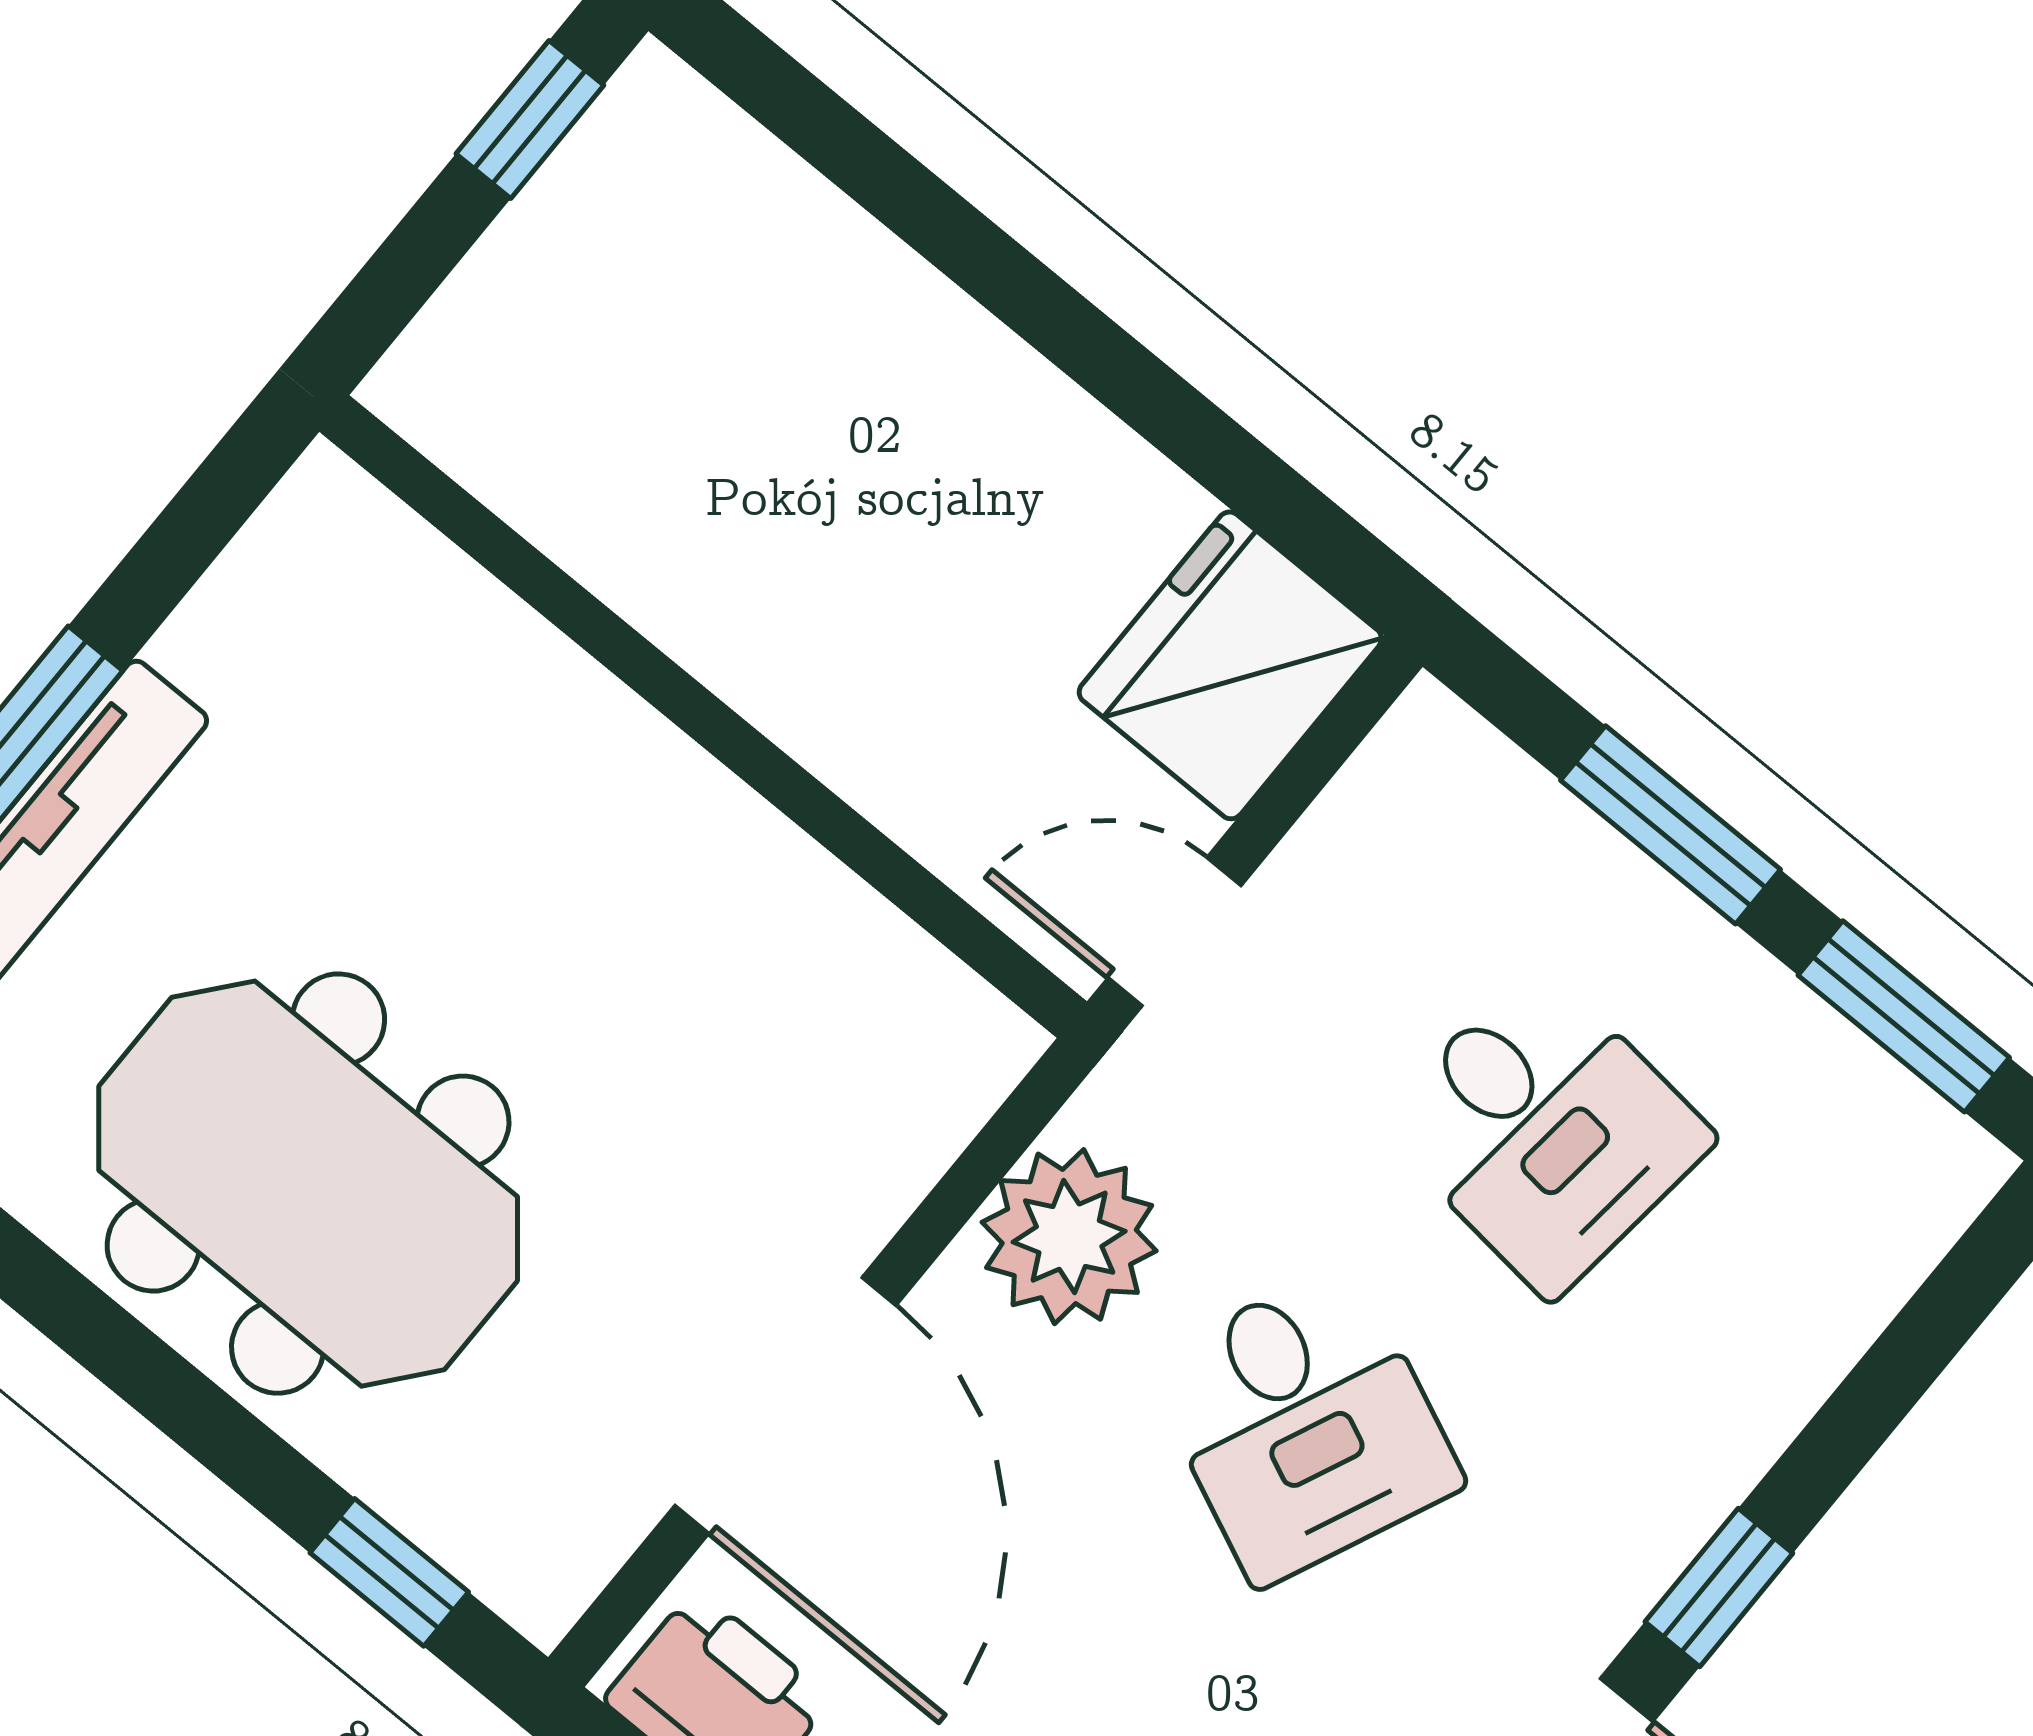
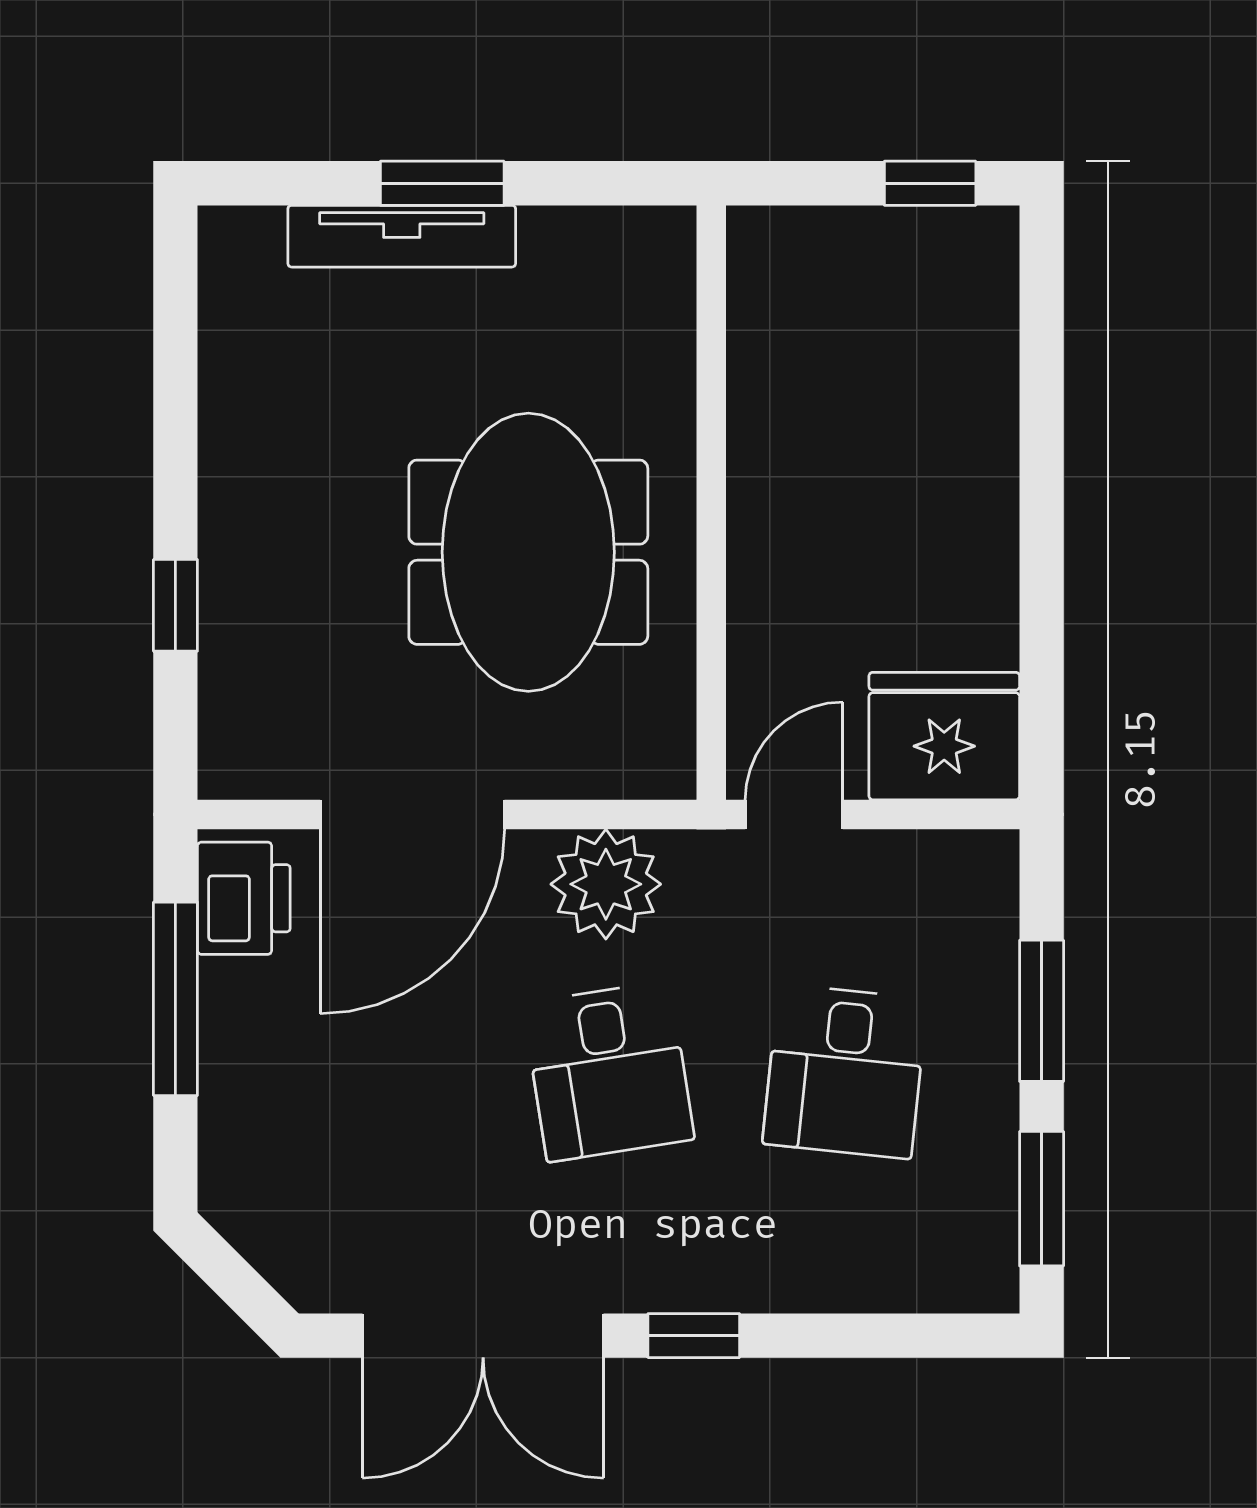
door: (1175, 932) -> (794, 814), hinge flipped
meeting table: (308, 1184) -> (528, 552), moved
desk: (1304, 1424) -> (608, 1071), turned -33
window: (389, 1572) -> (175, 605), moved

